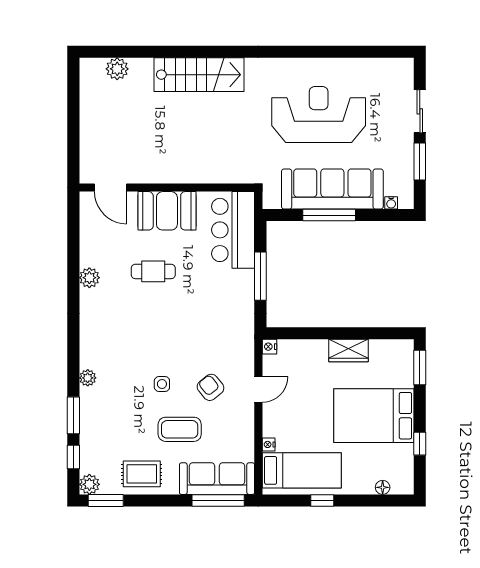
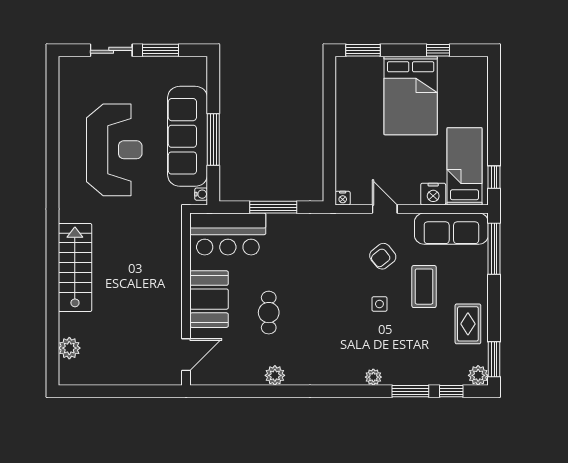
reception desk: (319, 114) -> (114, 150), turned 180
water cooler: (391, 203) -> (201, 194), moved
wardrobe: (348, 350) -> (346, 120), removed
nightstand: (269, 444) -> (433, 194), width x1.89, depth x1.79
sofa: (217, 479) -> (451, 229), moved, turned -90
floor lamp: (383, 487) -> (481, 87), removed
window: (322, 500) -> (494, 177), moved

